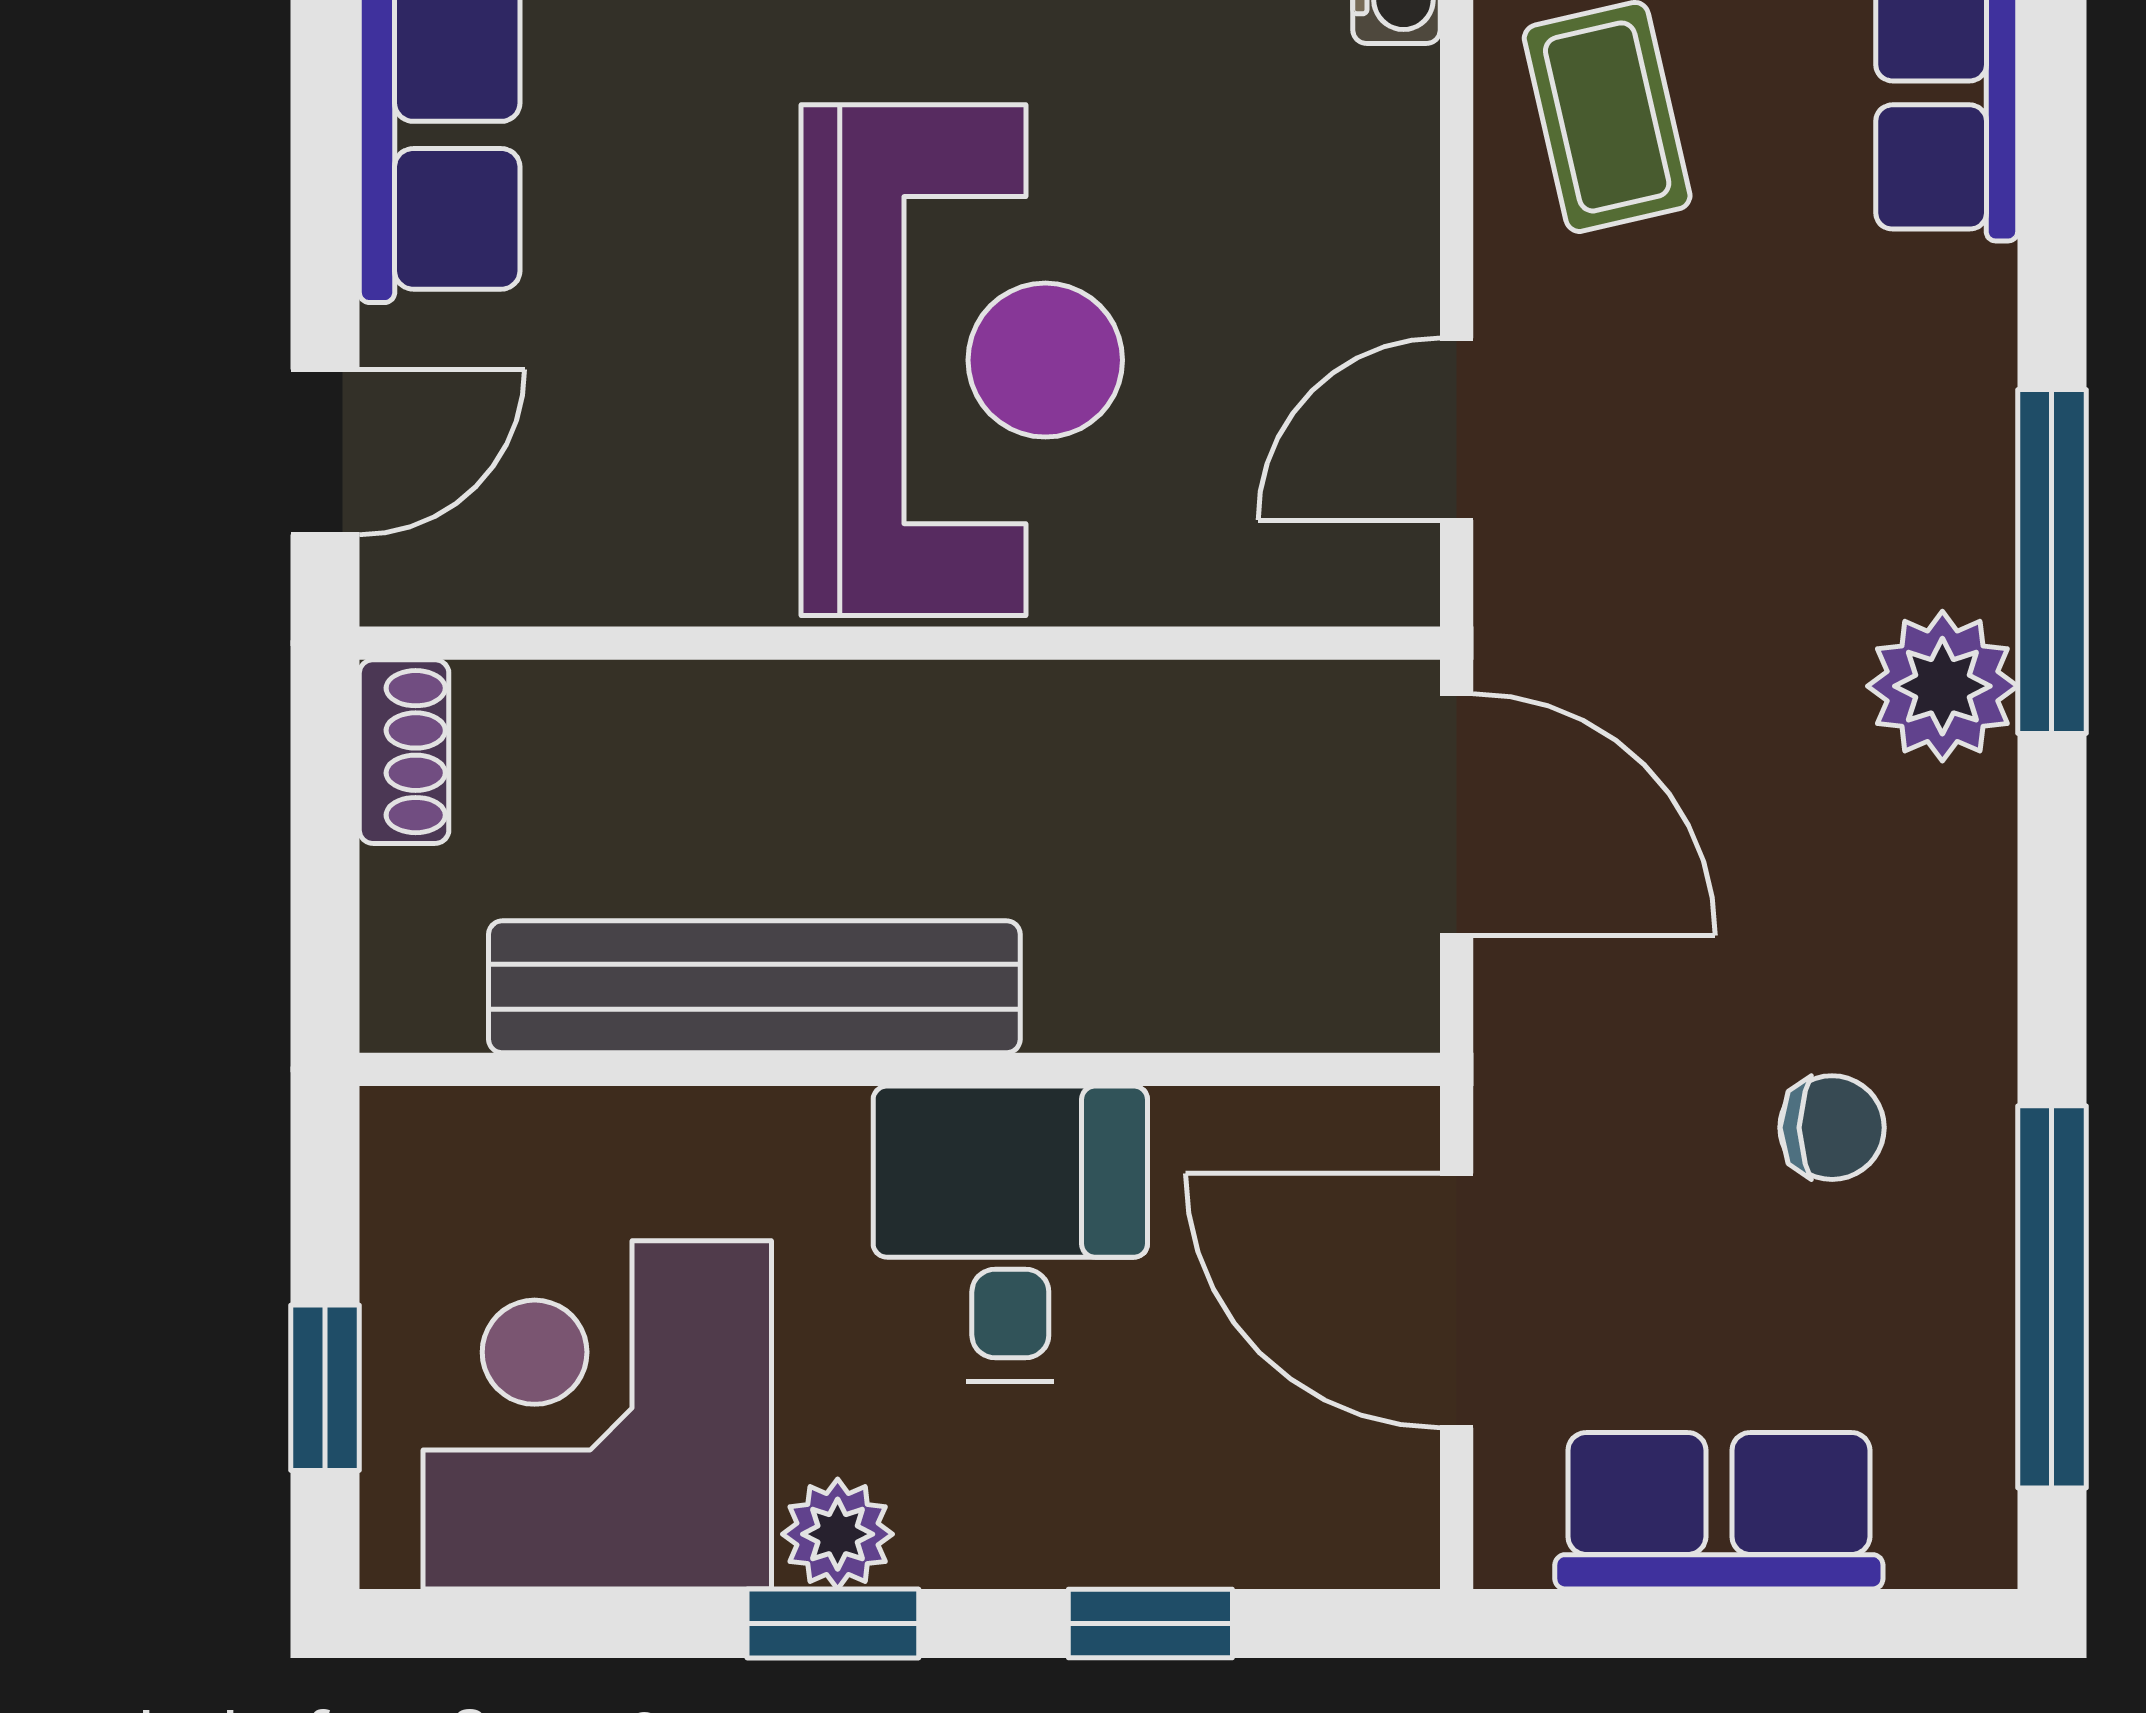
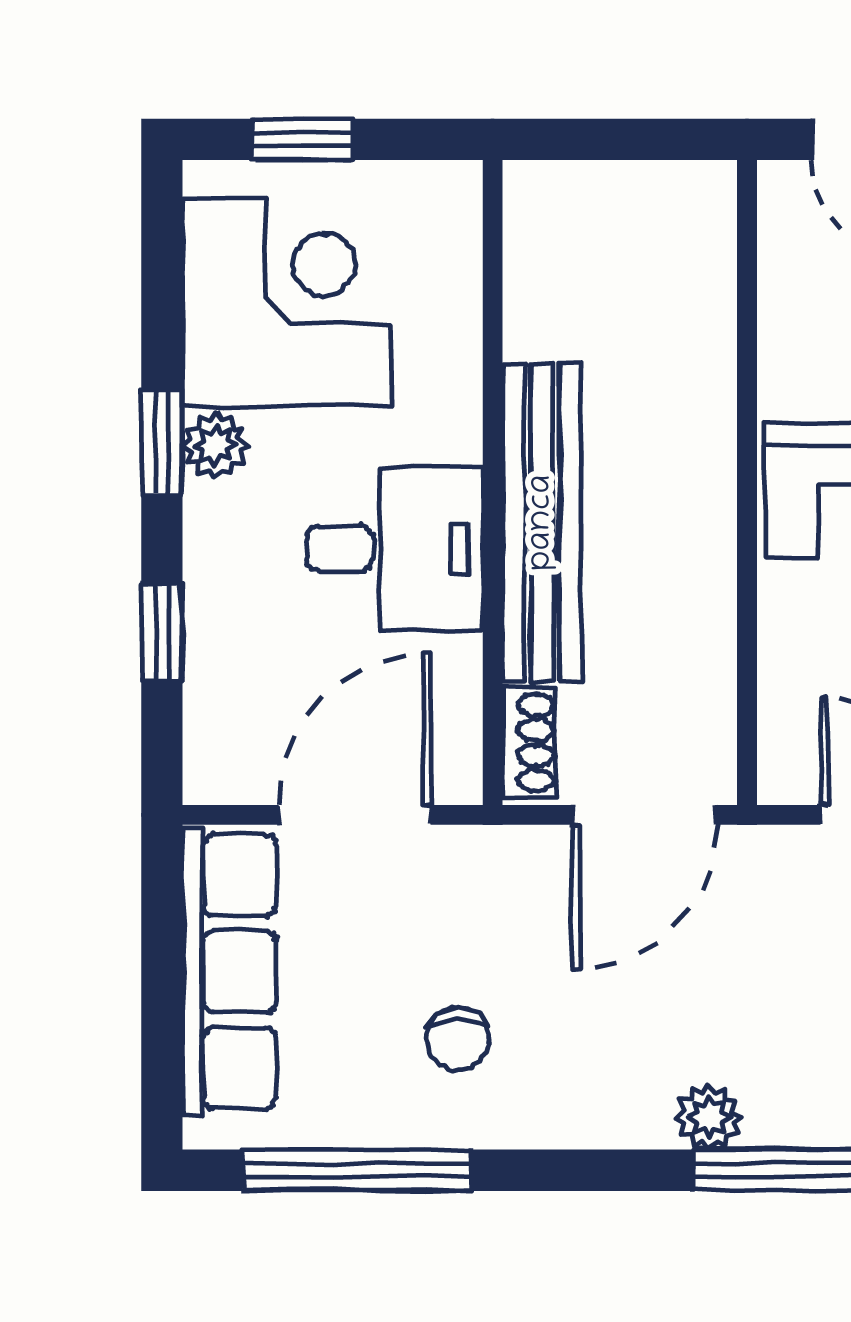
plant: (1942, 686) -> (709, 1117), width x0.73, depth x0.73
shoe rack: (404, 752) -> (529, 743), moved, turned -90
bench: (754, 987) -> (542, 523), moved
row of seats: (1719, 1511) -> (229, 971), width x1.48

